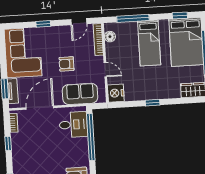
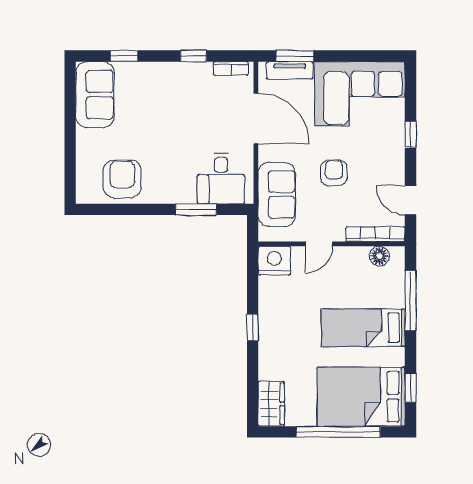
window: (91, 137) -> (196, 209), width x0.47

